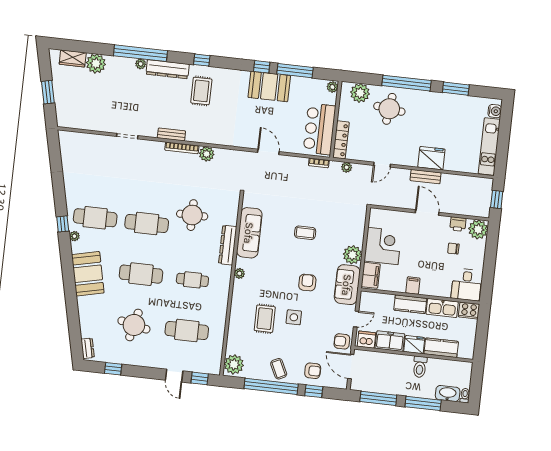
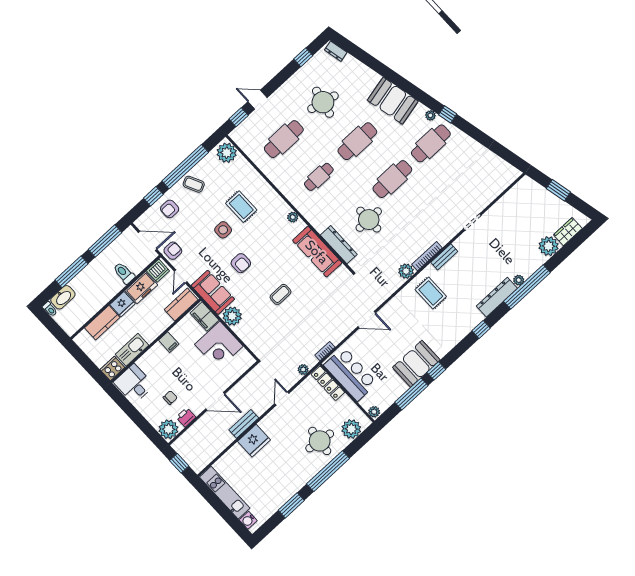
rug: (201, 91) -> (431, 293), moved
dresser: (228, 245) -> (339, 245), moved
kitchen counter: (410, 304) -> (181, 305), moved
toilet: (420, 367) -> (124, 273), moved

